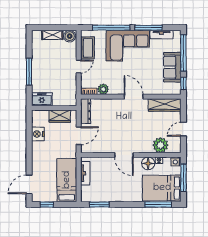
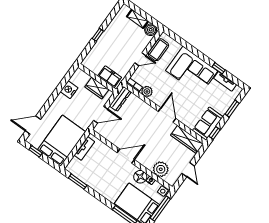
window: (111, 28) -> (189, 47), removed
window: (149, 28) -> (219, 68), width x0.46
window: (183, 53) -> (232, 109), width x0.47
sofa: (172, 67) -> (208, 124), moved
window: (29, 72) -> (98, 35), width x0.46
freezer: (42, 99) -> (110, 77), moved
door: (183, 129) -> (188, 170), swing flipped
door: (124, 155) -> (126, 156), swing flipped
bed: (67, 180) -> (62, 141), width x1.50

